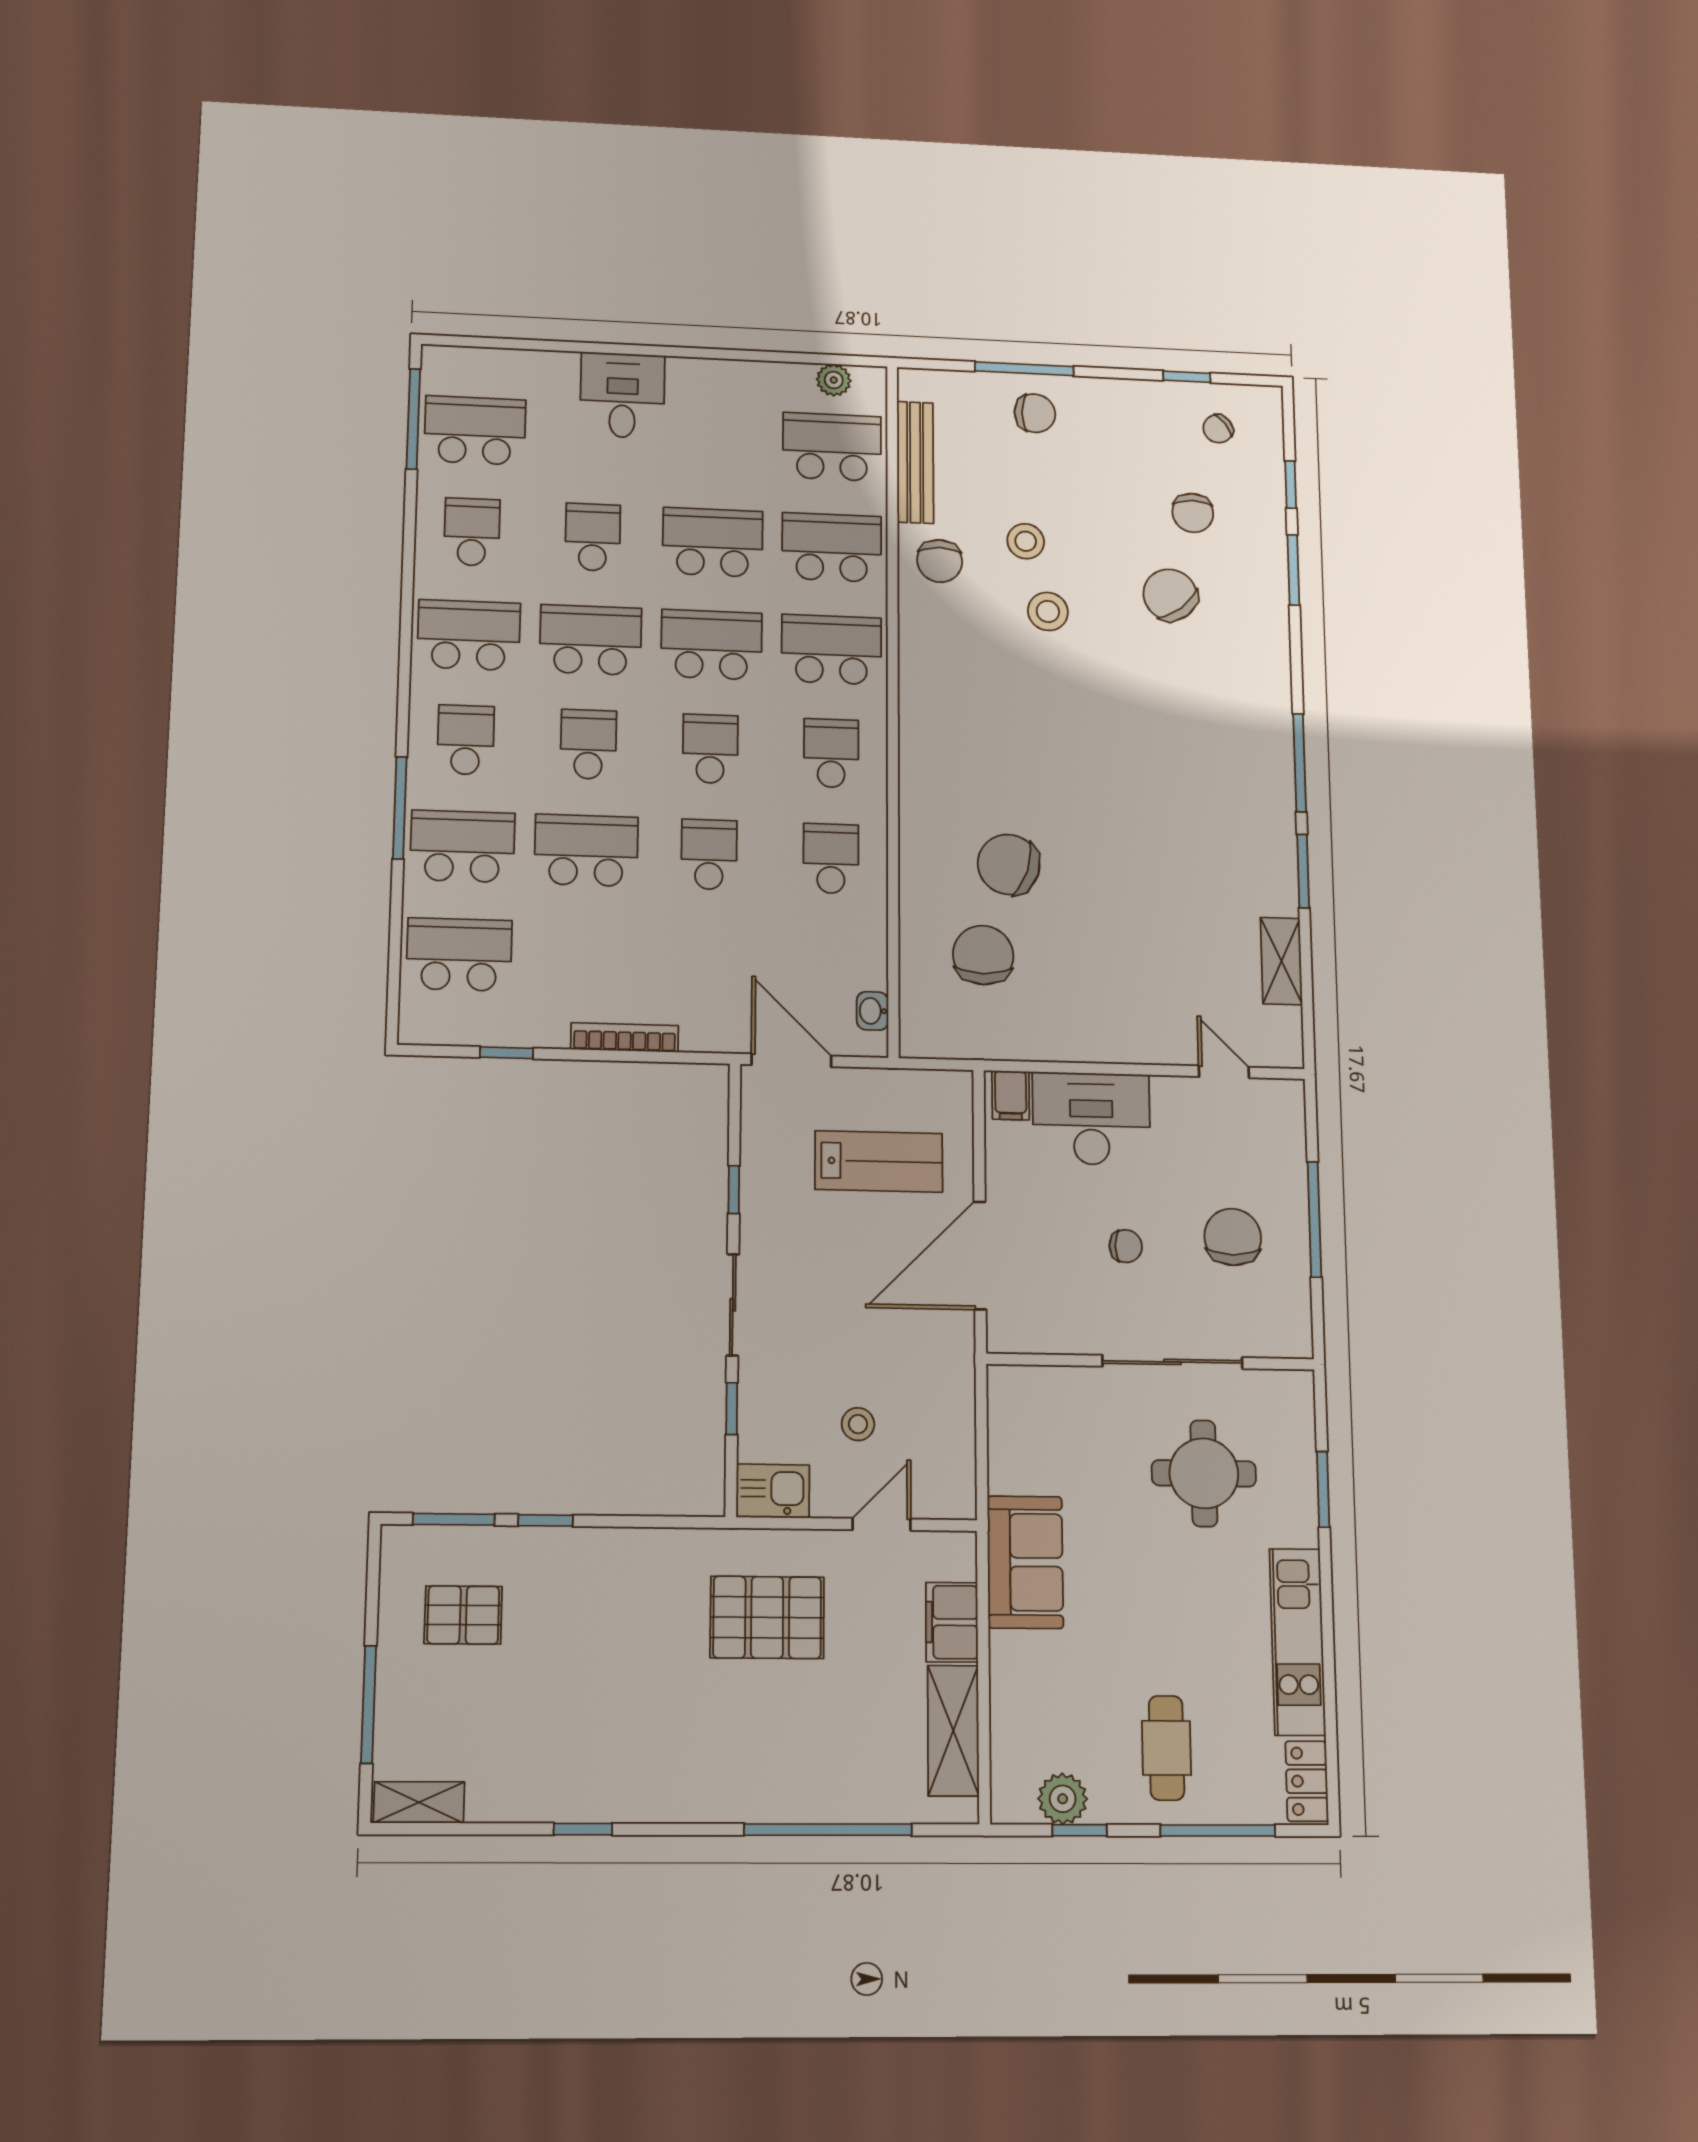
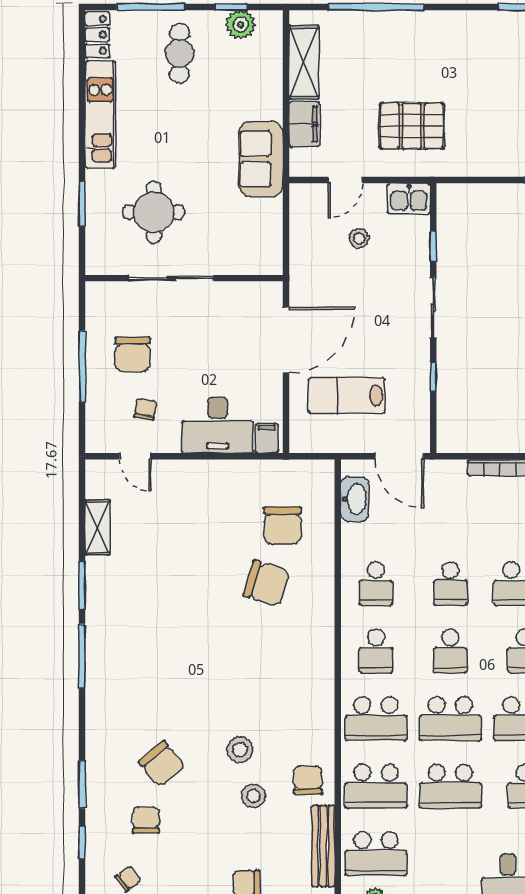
washbasin: (872, 1011) -> (355, 499), width x1.91, depth x1.45
chair: (1126, 1246) -> (145, 409), moved, turned 99

